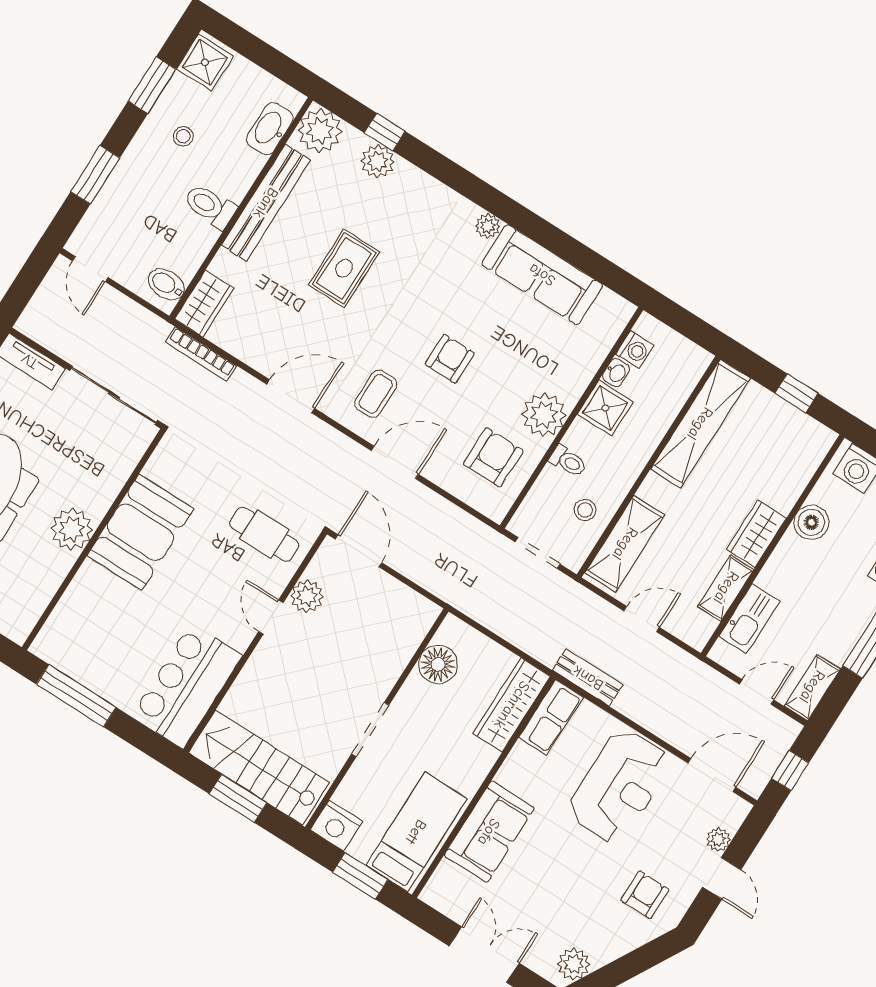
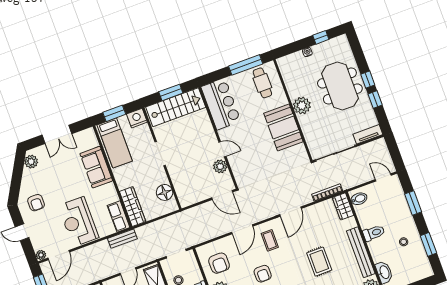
shower: (205, 62) -> (423, 268), removed
cafe table: (264, 534) -> (262, 83), moved, turned 90
plant: (718, 840) -> (41, 255), moved

